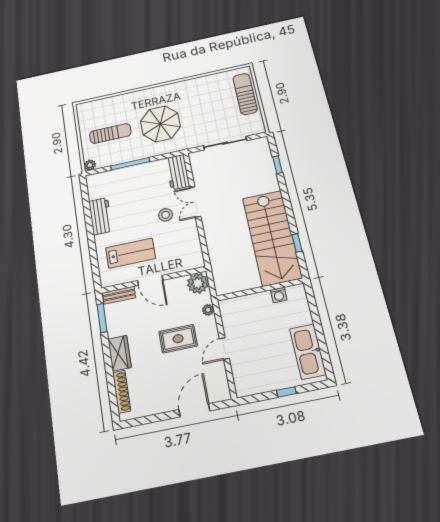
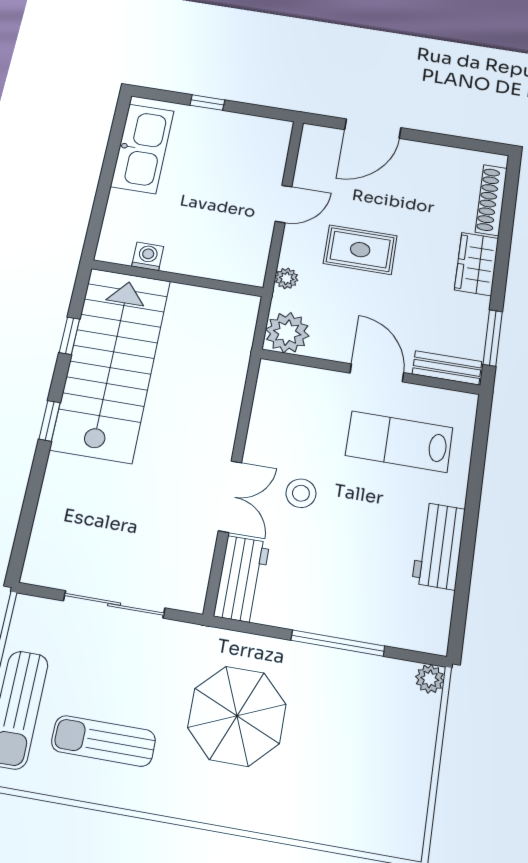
sun lounger: (110, 133) -> (103, 741), moved
window: (277, 165) -> (50, 421), moved

